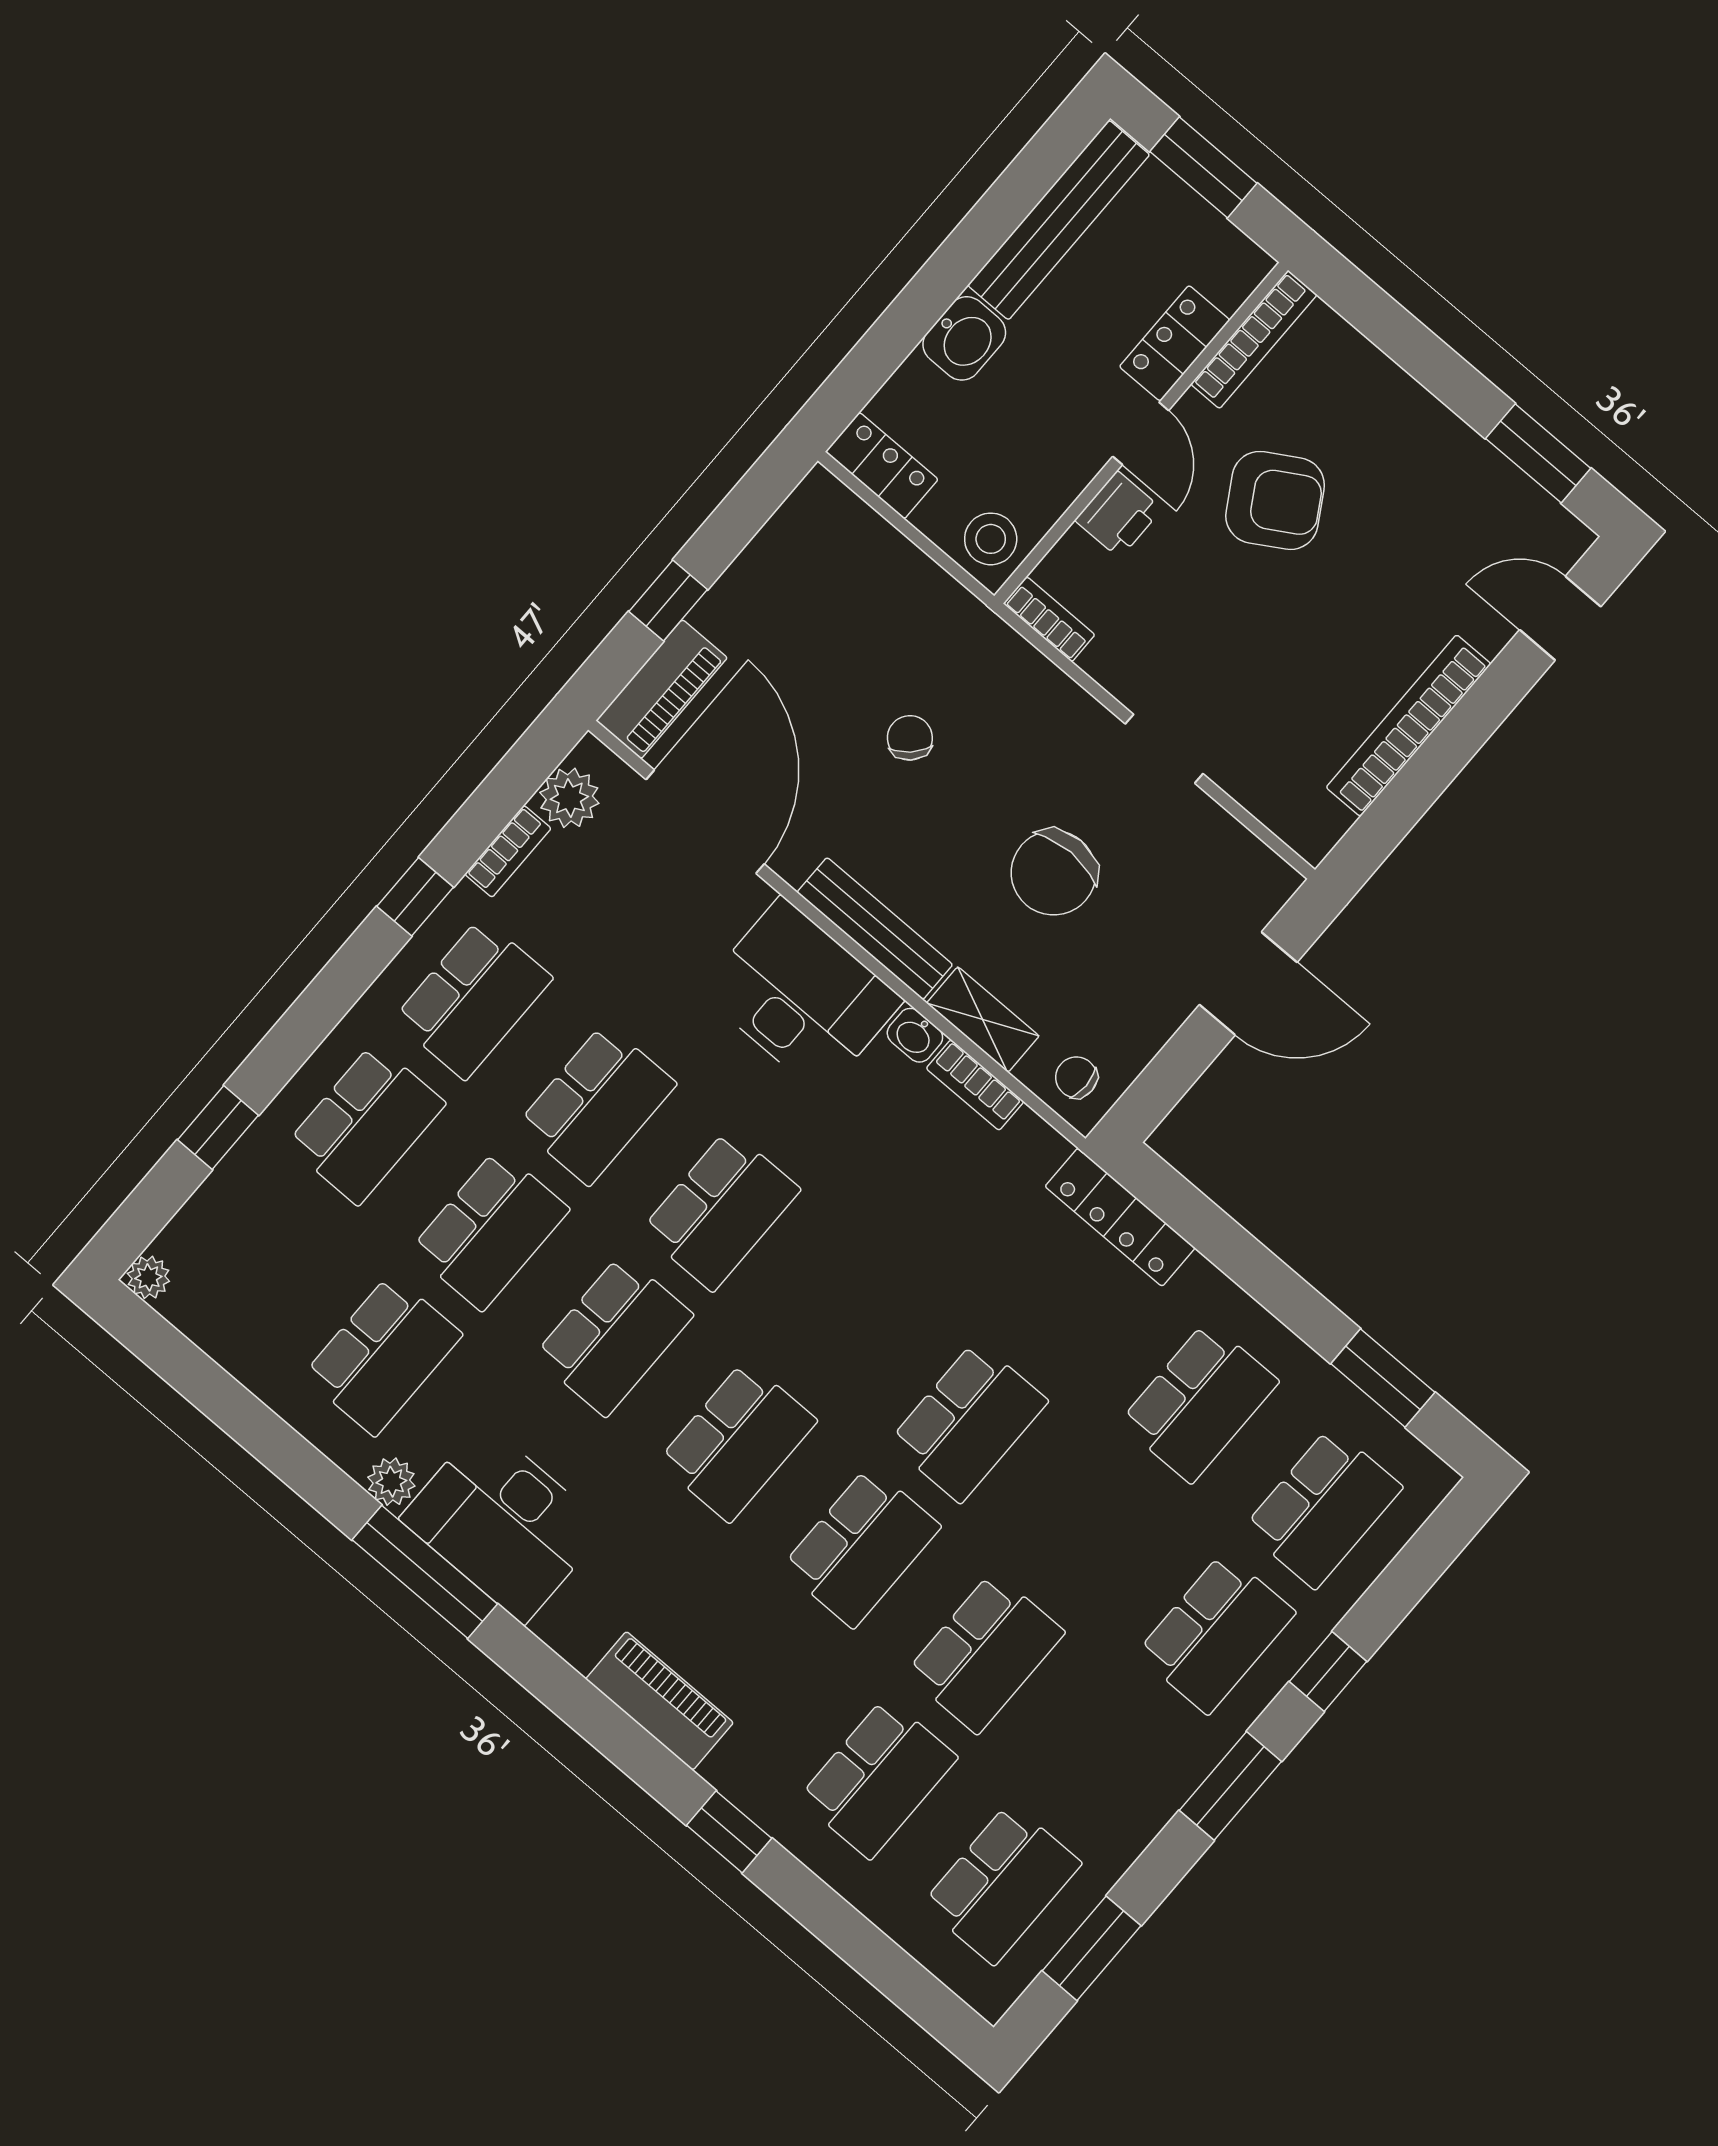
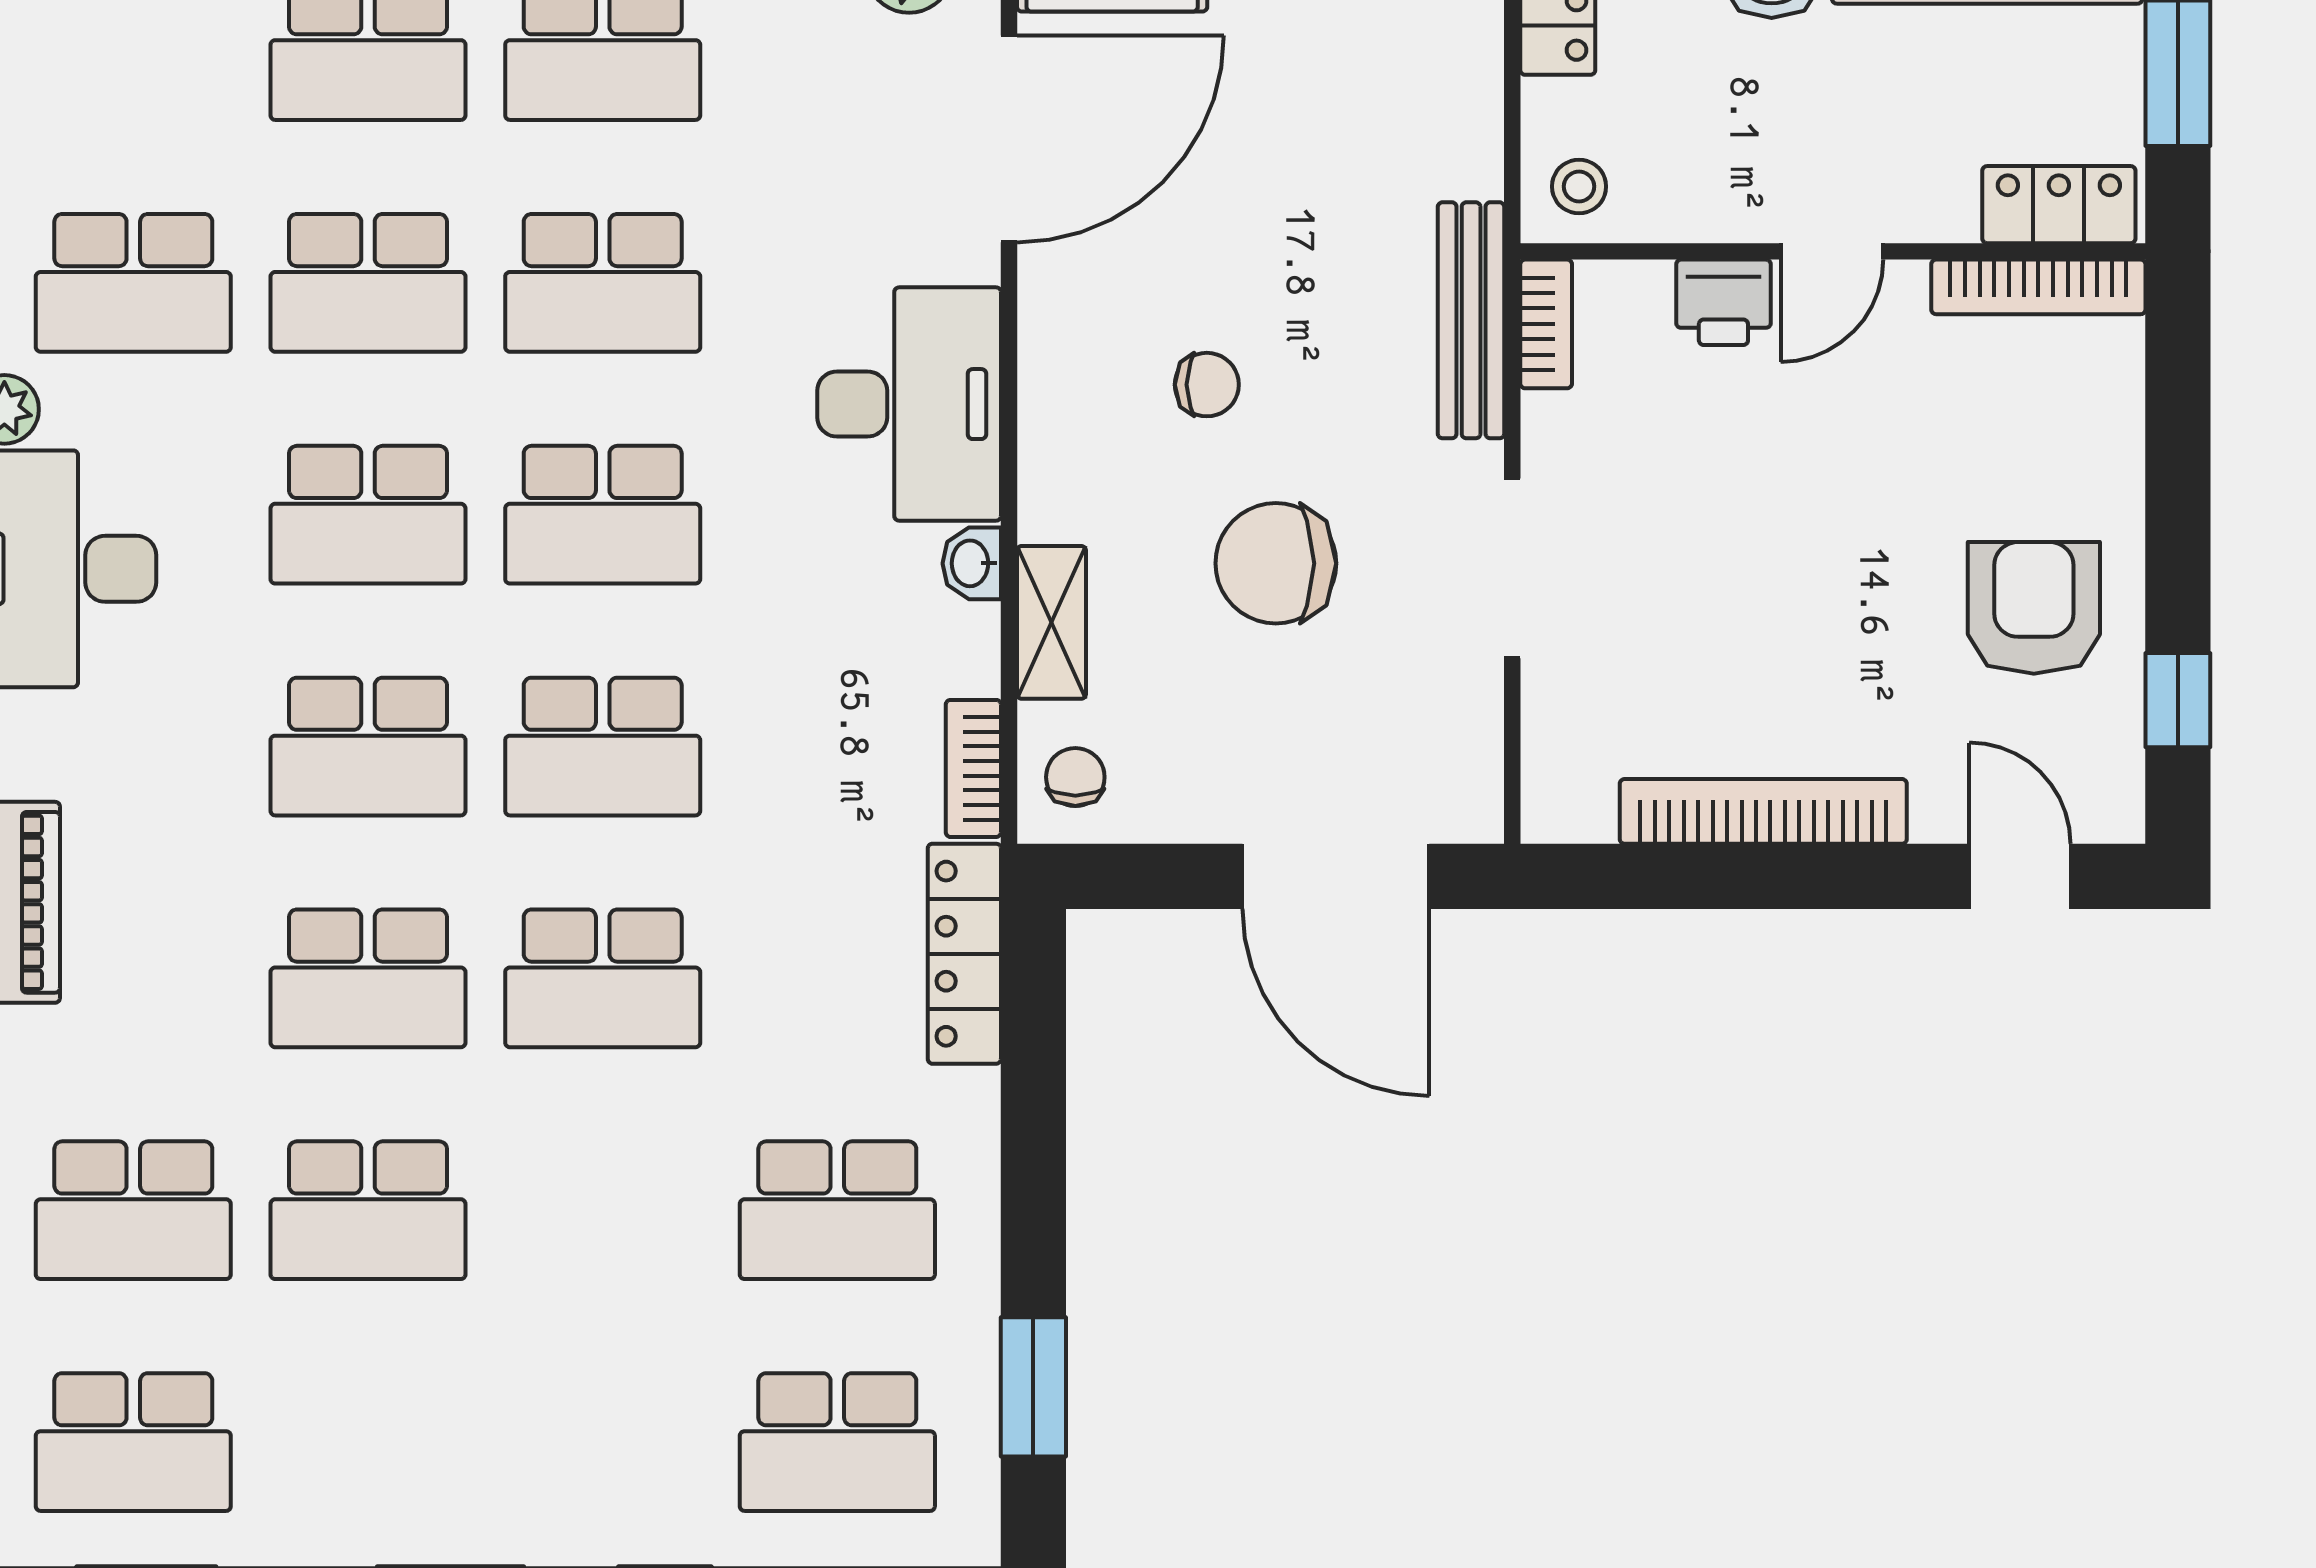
locker: (1175, 343) -> (2059, 205), moved
window: (1538, 453) -> (2178, 700), width x0.67
armchair: (1275, 500) -> (2034, 608), moved, turned -149
stool: (991, 539) -> (1579, 186), width x0.73, depth x0.73
chair: (910, 738) -> (1207, 385), moved, turned 44
doorway: (1164, 749) -> (1512, 568), width x1.38
bench: (875, 928) -> (1471, 320), moved
door: (1248, 984) -> (1336, 876), width x1.36
bookcase: (975, 1085) -> (973, 768), moved
school desk: (1216, 1633) -> (603, 747), moved

